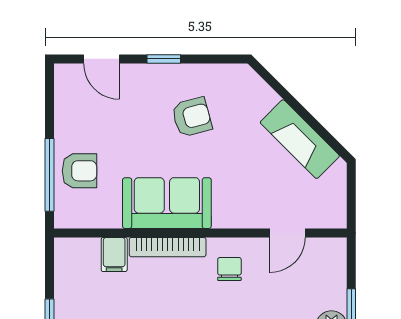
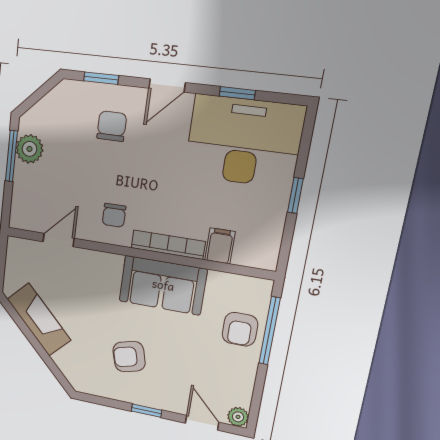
plant: (65, 74) -> (238, 417), added
armchair: (79, 171) -> (240, 329), turned -90

